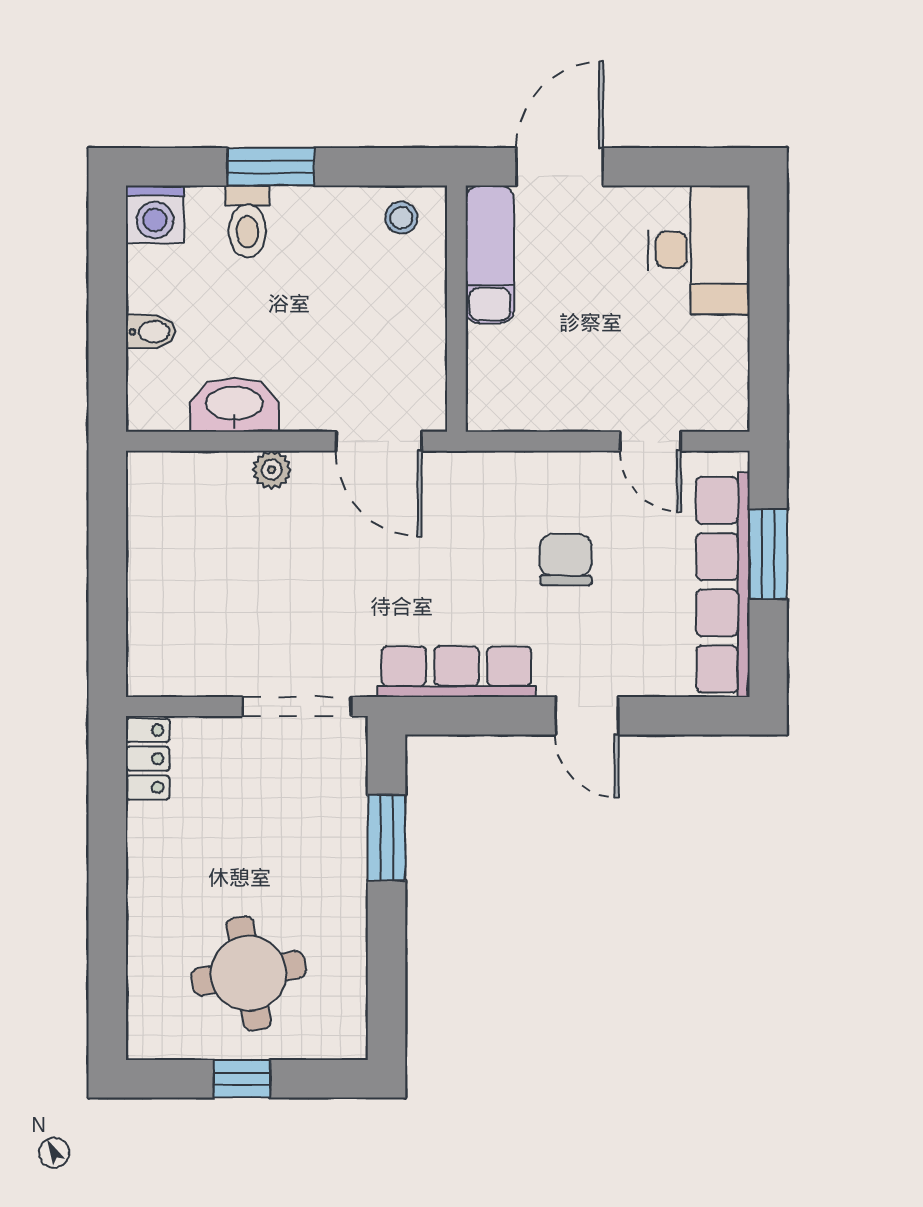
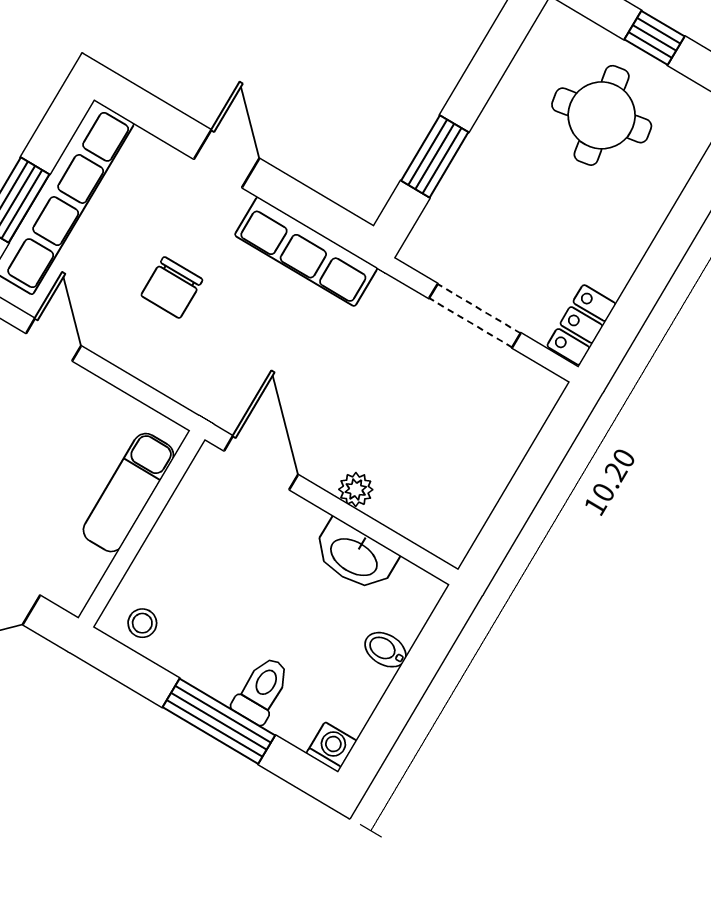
window: (271, 167) -> (219, 721), width x1.44
washing machine: (155, 214) -> (331, 747), width x0.73, depth x0.73
exam couch: (490, 254) -> (128, 493), moved
doorway: (297, 707) -> (475, 316), moved

